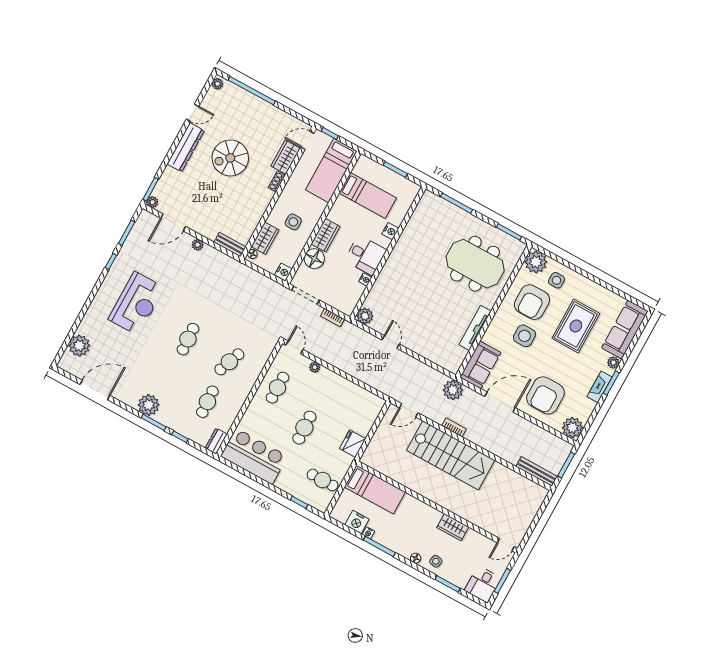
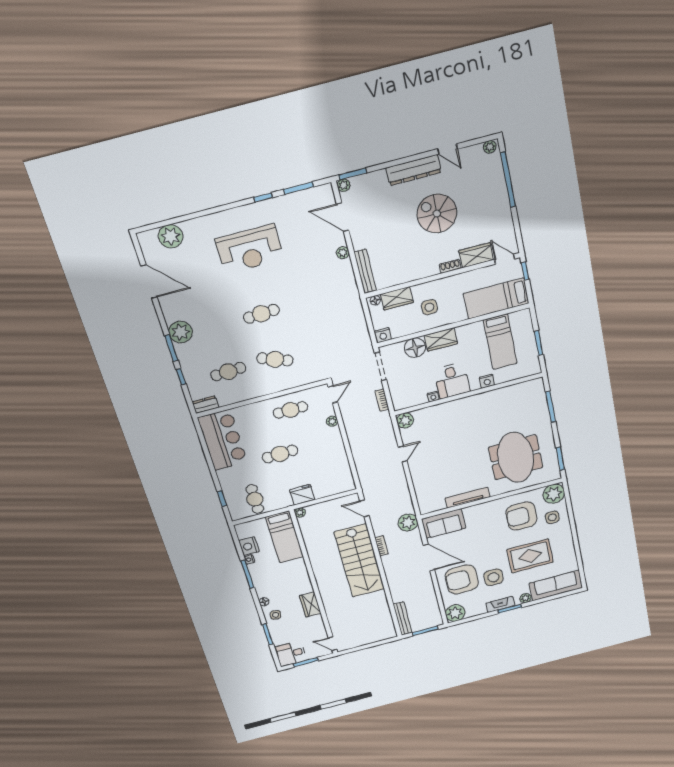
bench: (230, 245) -> (365, 271), width x1.36
side table: (524, 336) -> (493, 577), moved
plant: (366, 459) -> (300, 513), added

